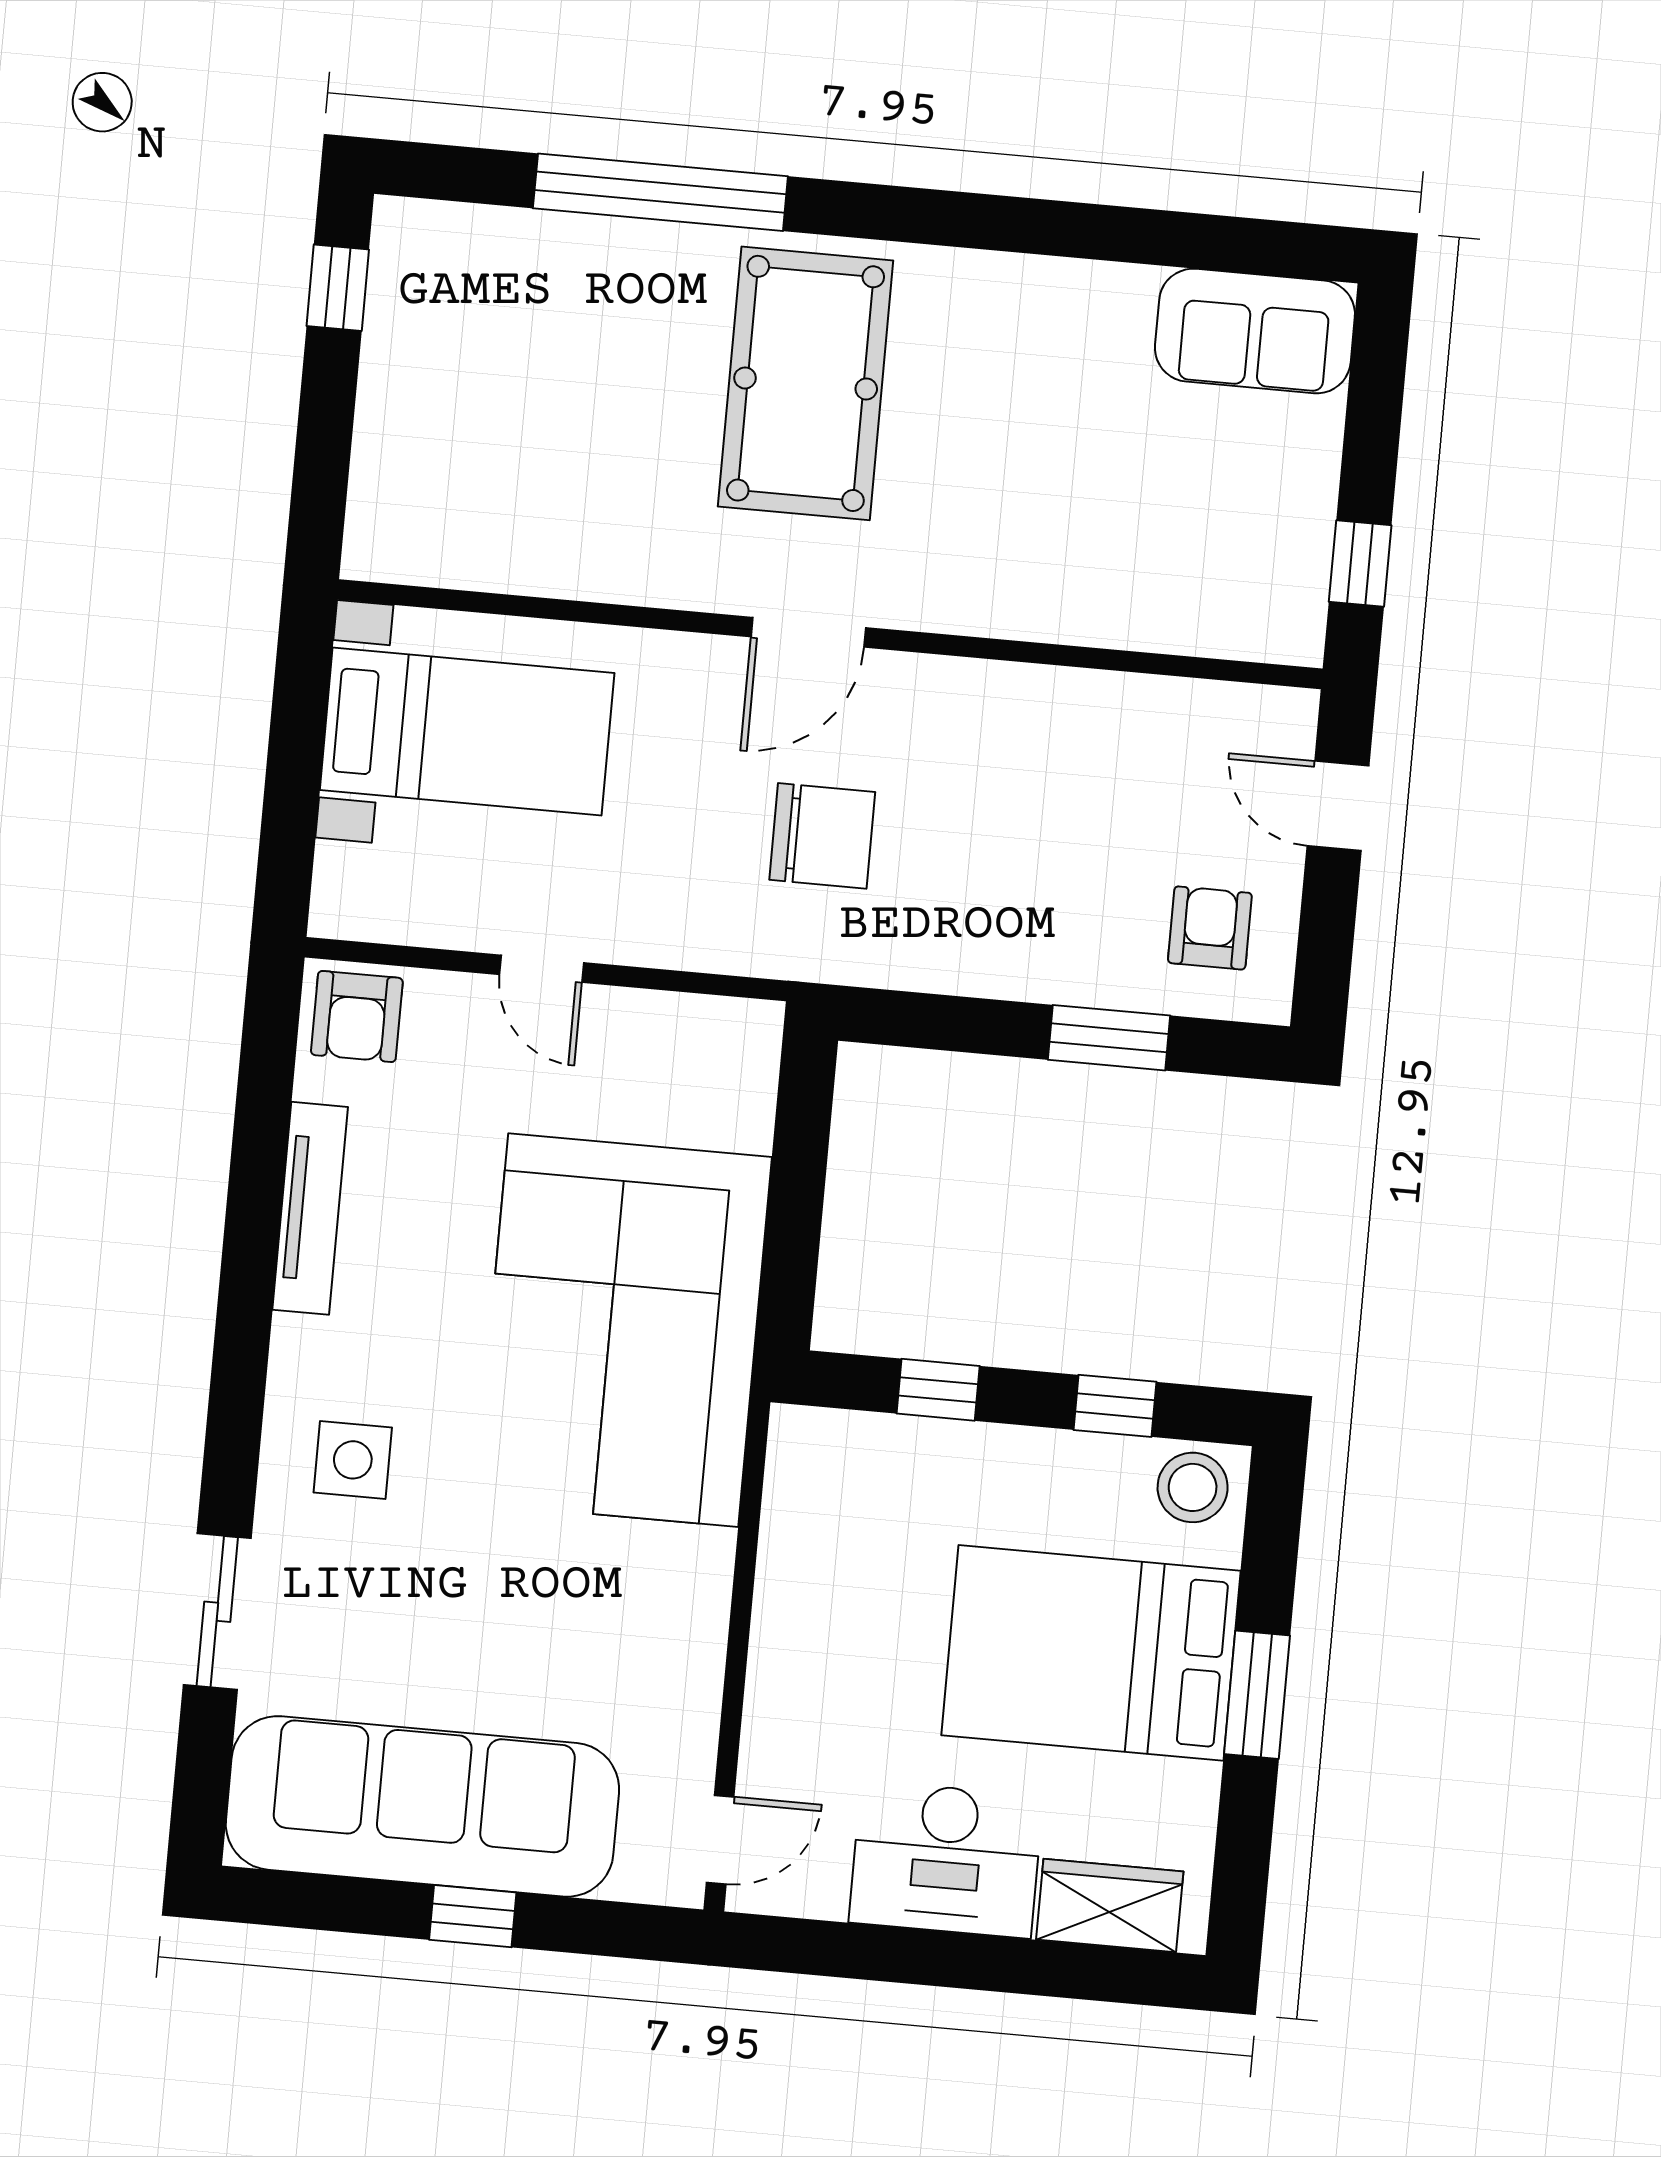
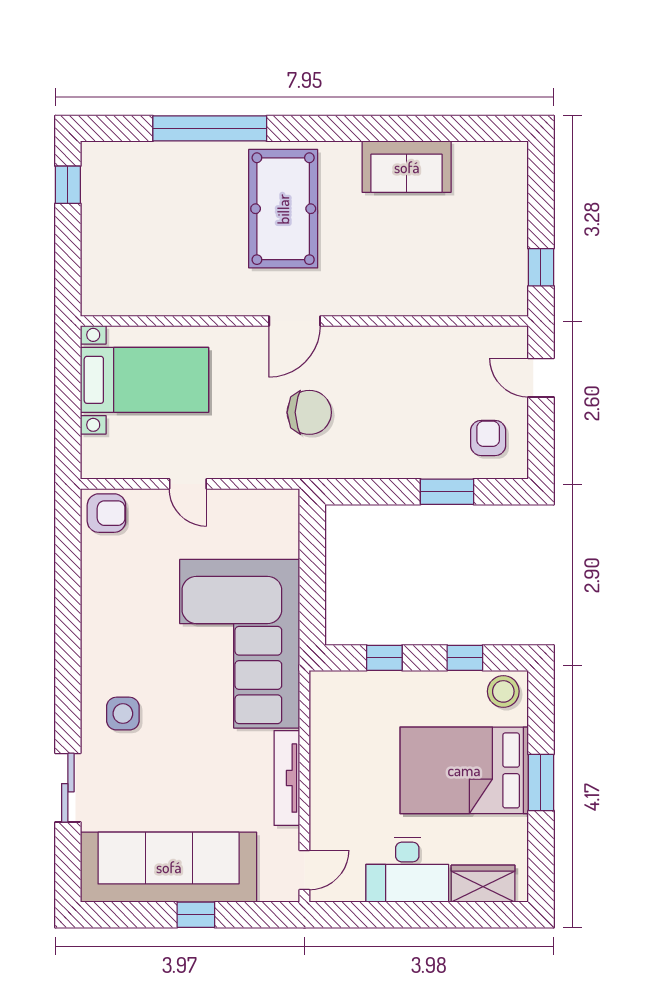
sofa: (1255, 331) -> (407, 167), moved
armchair: (357, 1016) -> (106, 513), turned -90
tv unit: (310, 1208) -> (287, 778), moved, turned 180

